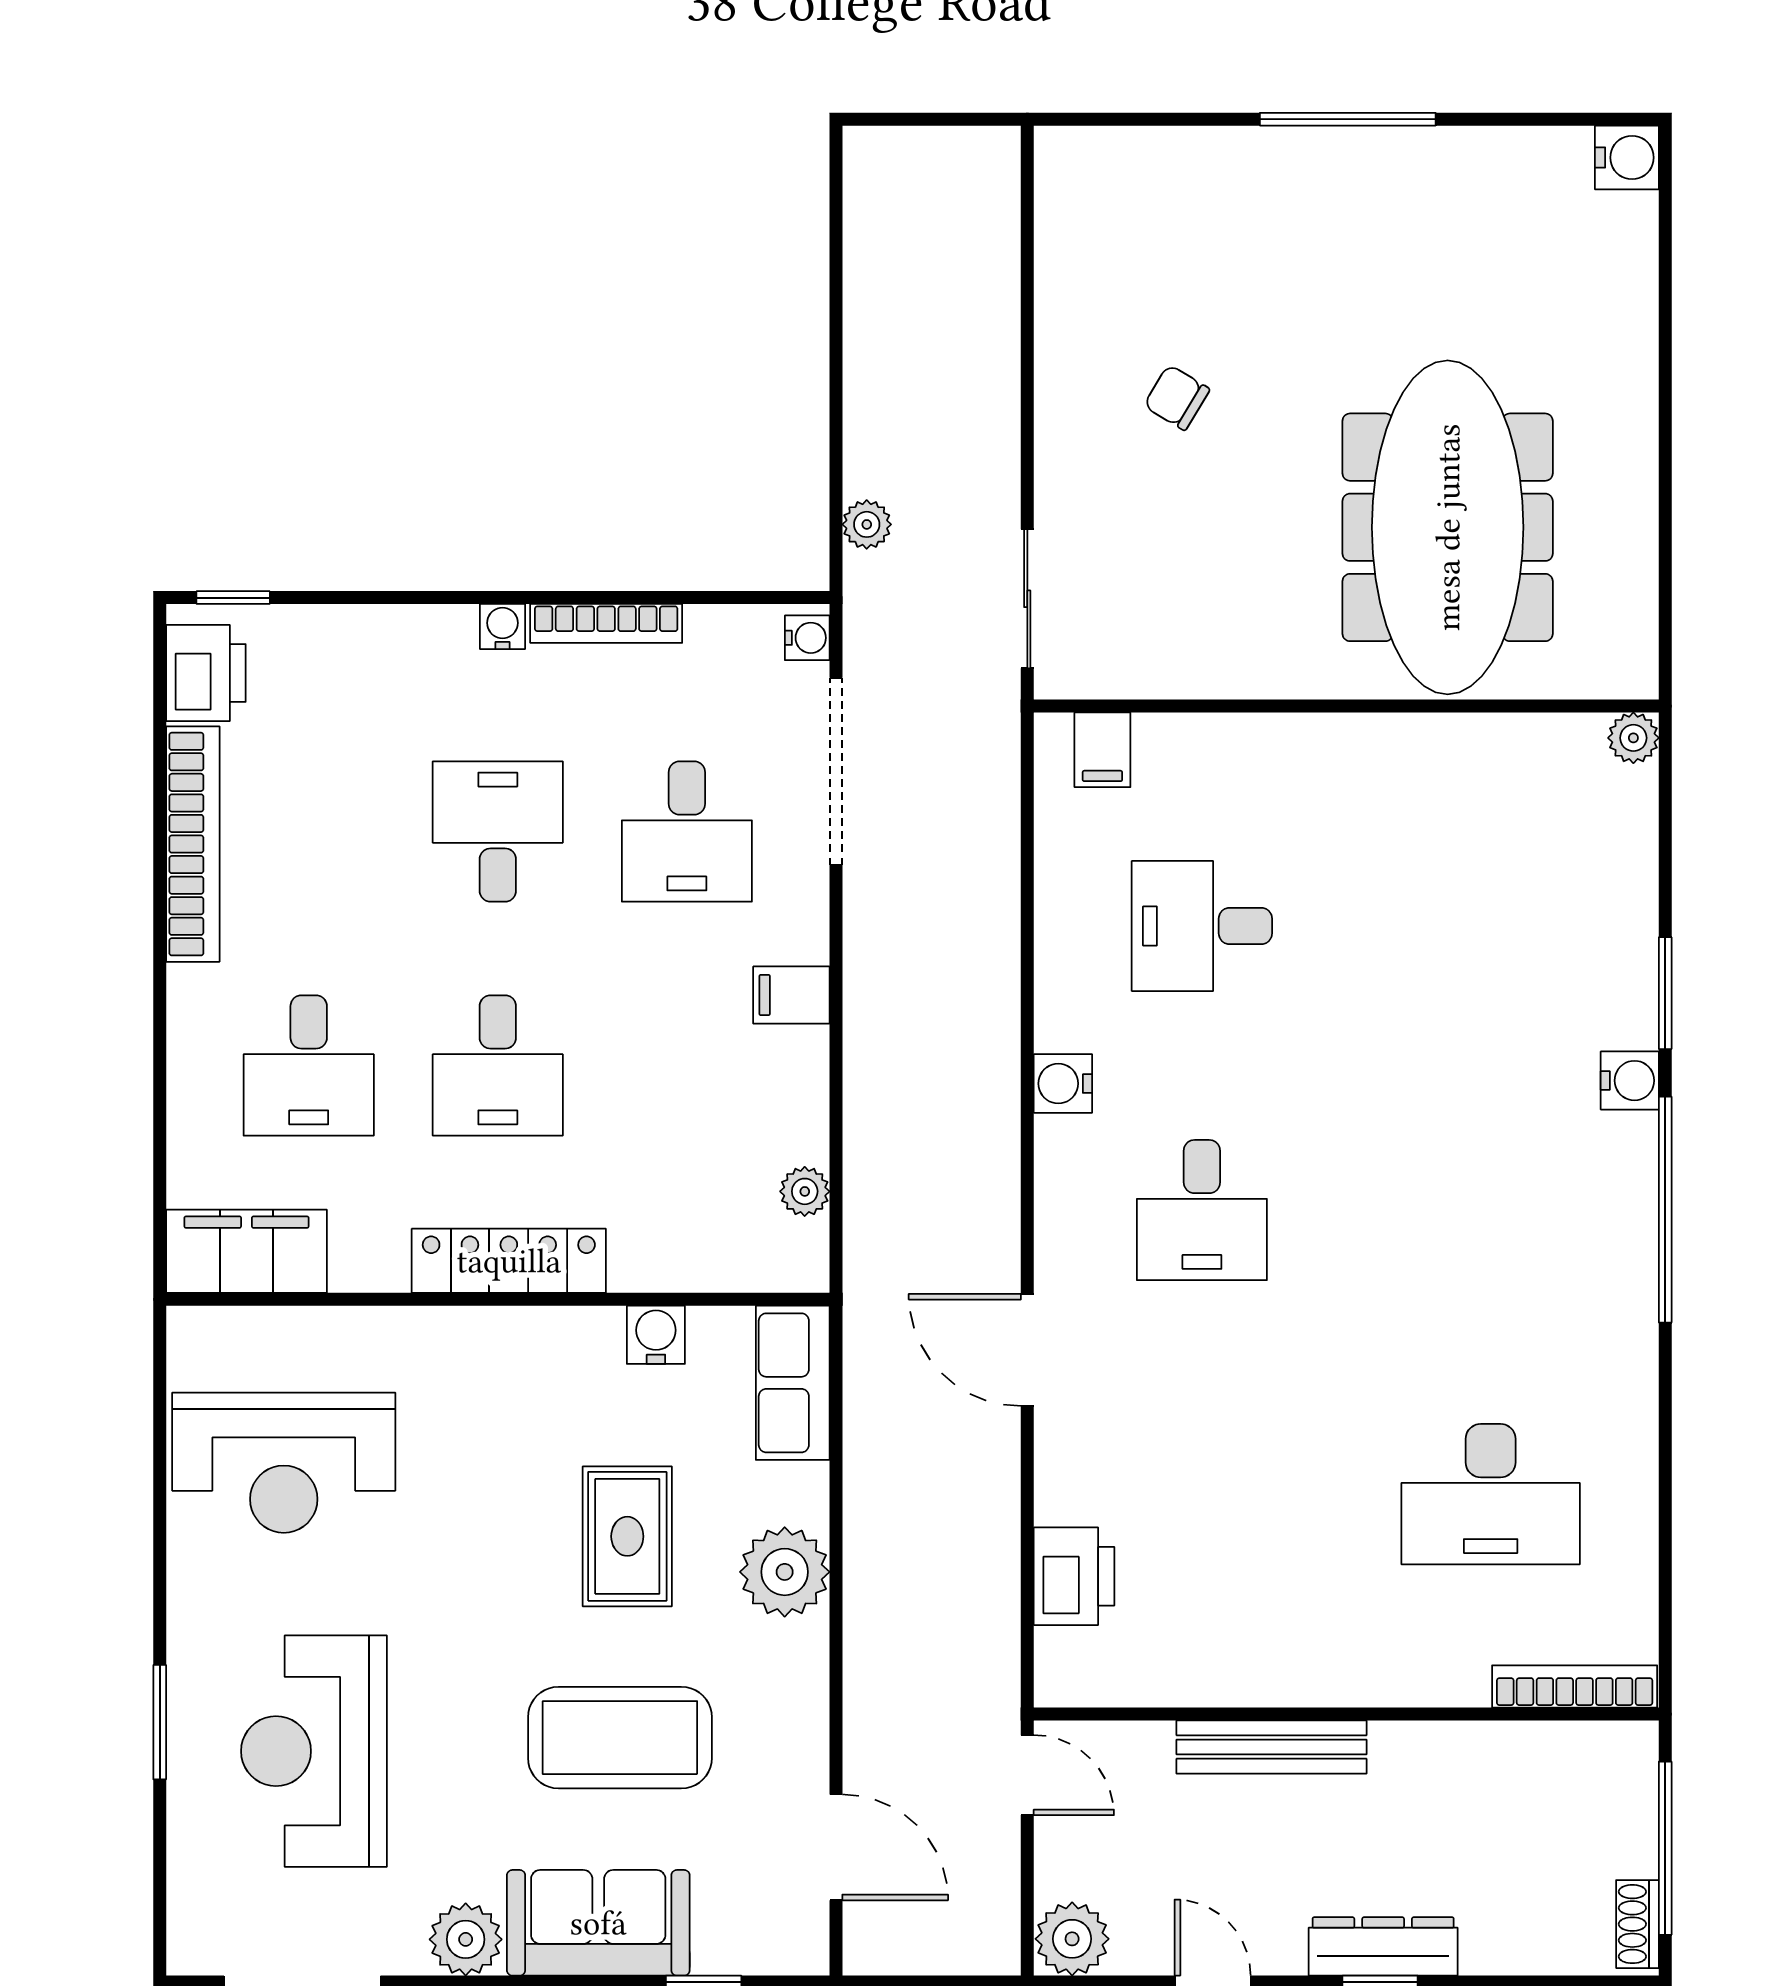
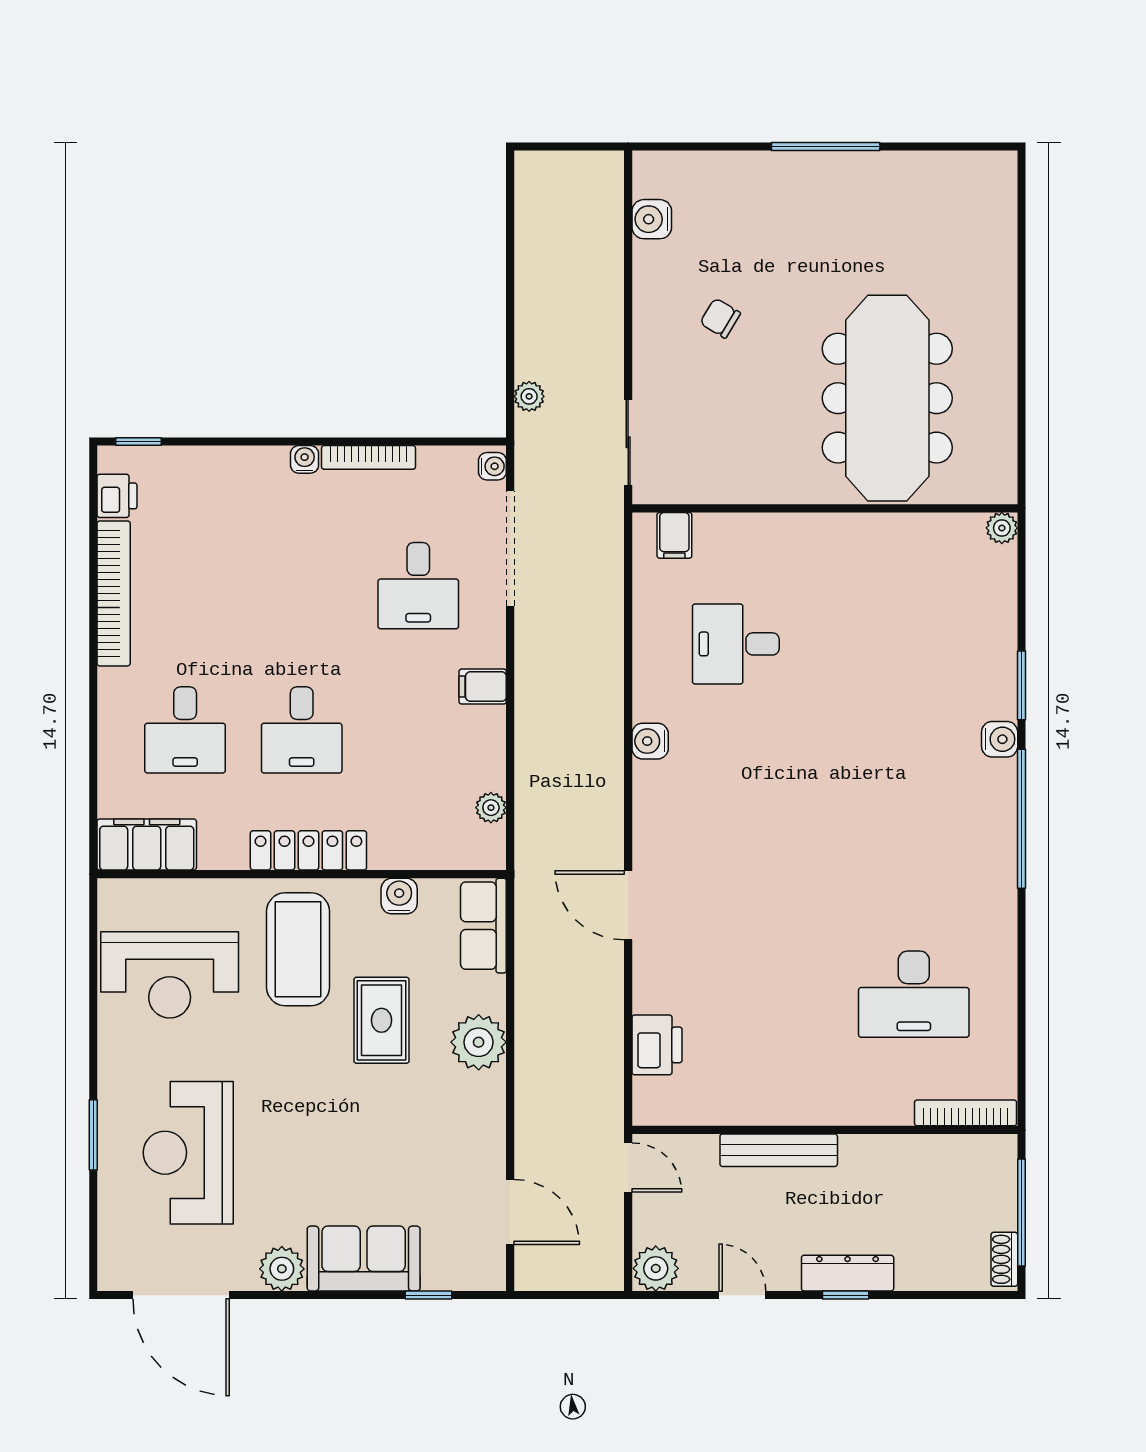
water cooler: (1627, 158) -> (652, 219), moved, turned 180
printer: (206, 673) -> (117, 496), width x0.73, depth x0.81
desk: (498, 832) -> (302, 586), removed
desk: (1202, 1210) -> (736, 819), removed
coffee table: (620, 1738) -> (298, 949), moved, turned 90

